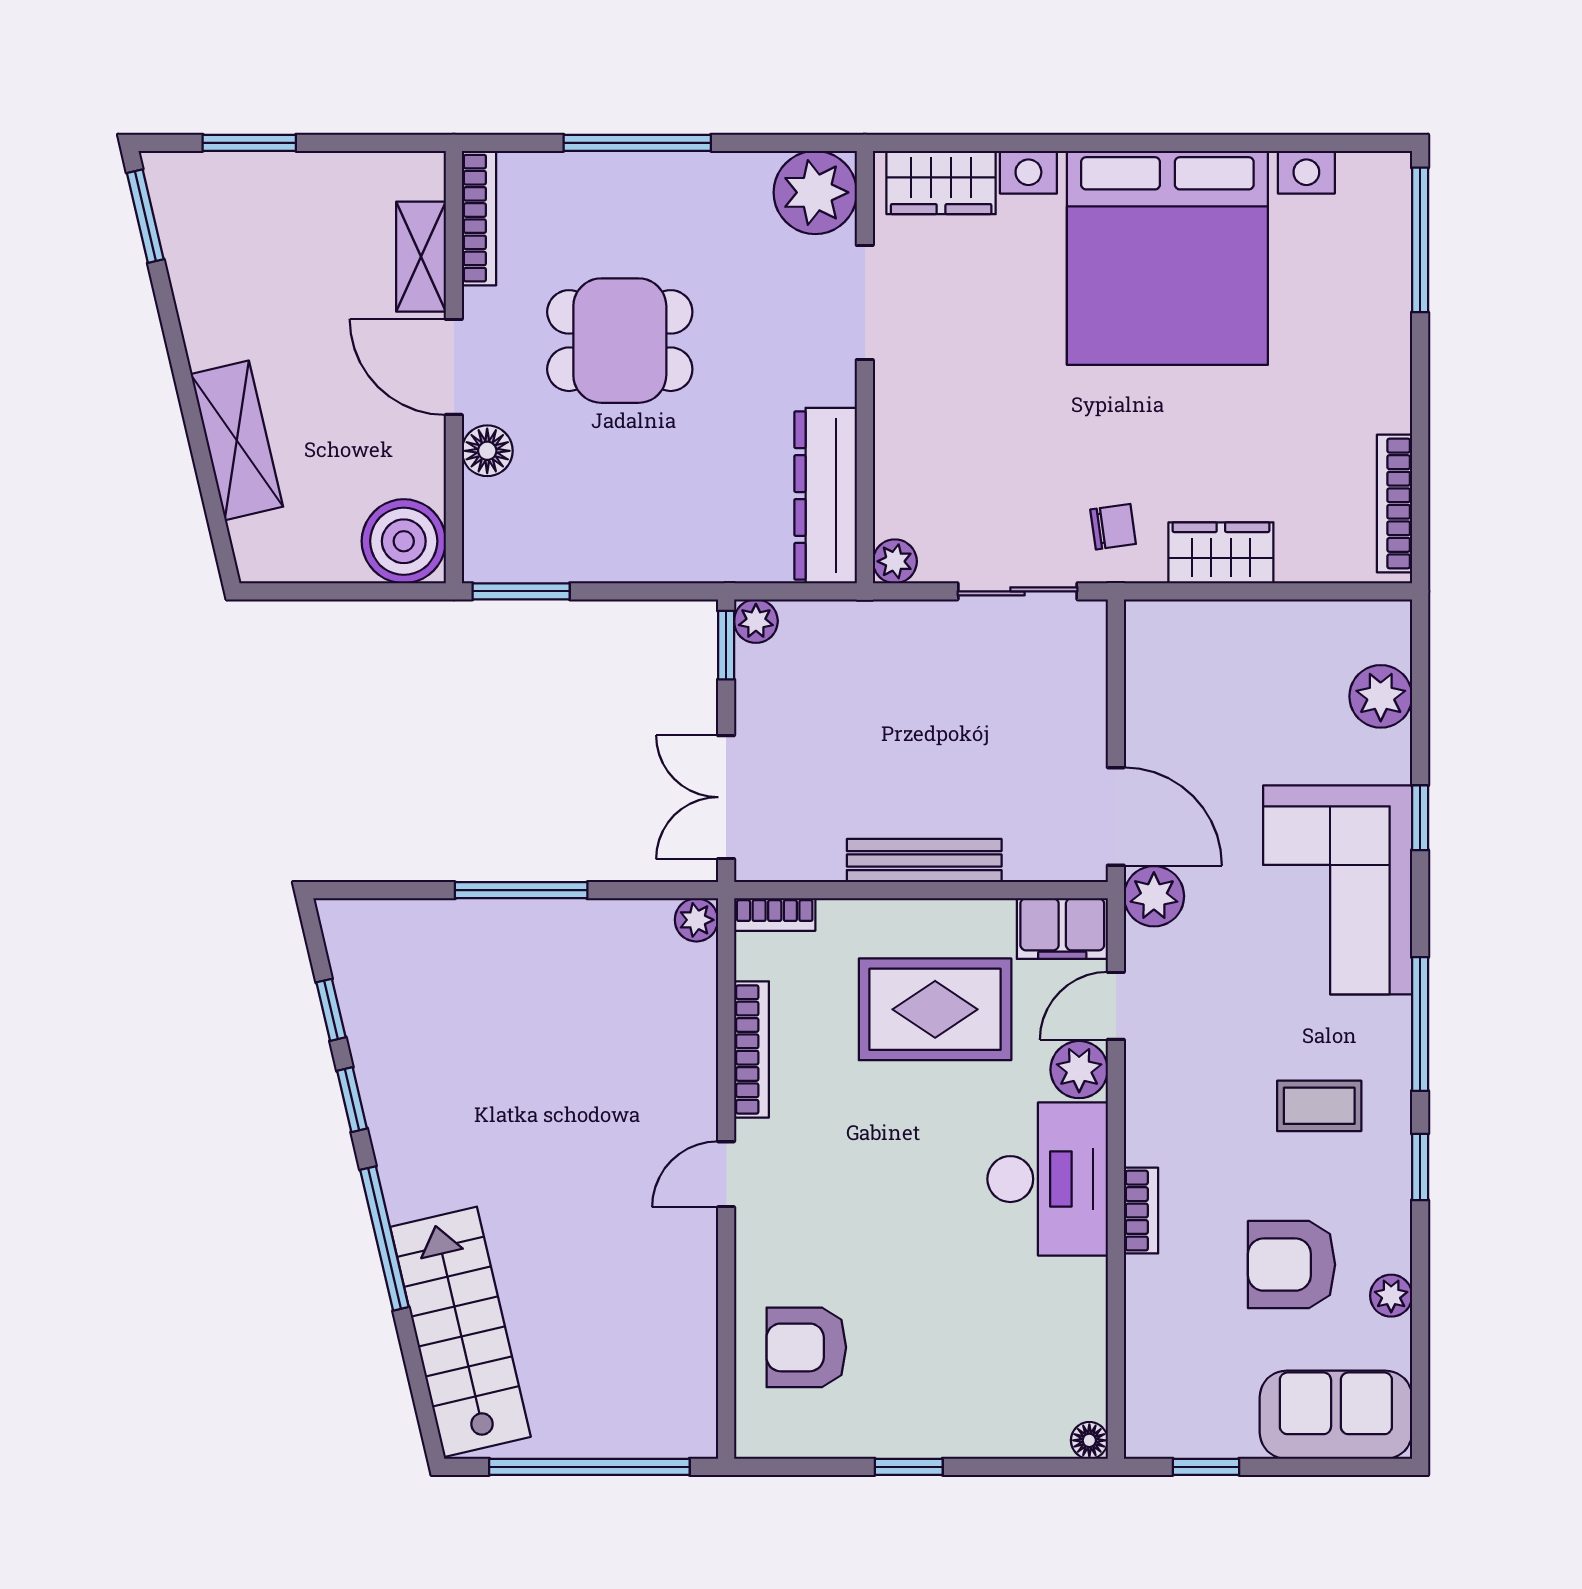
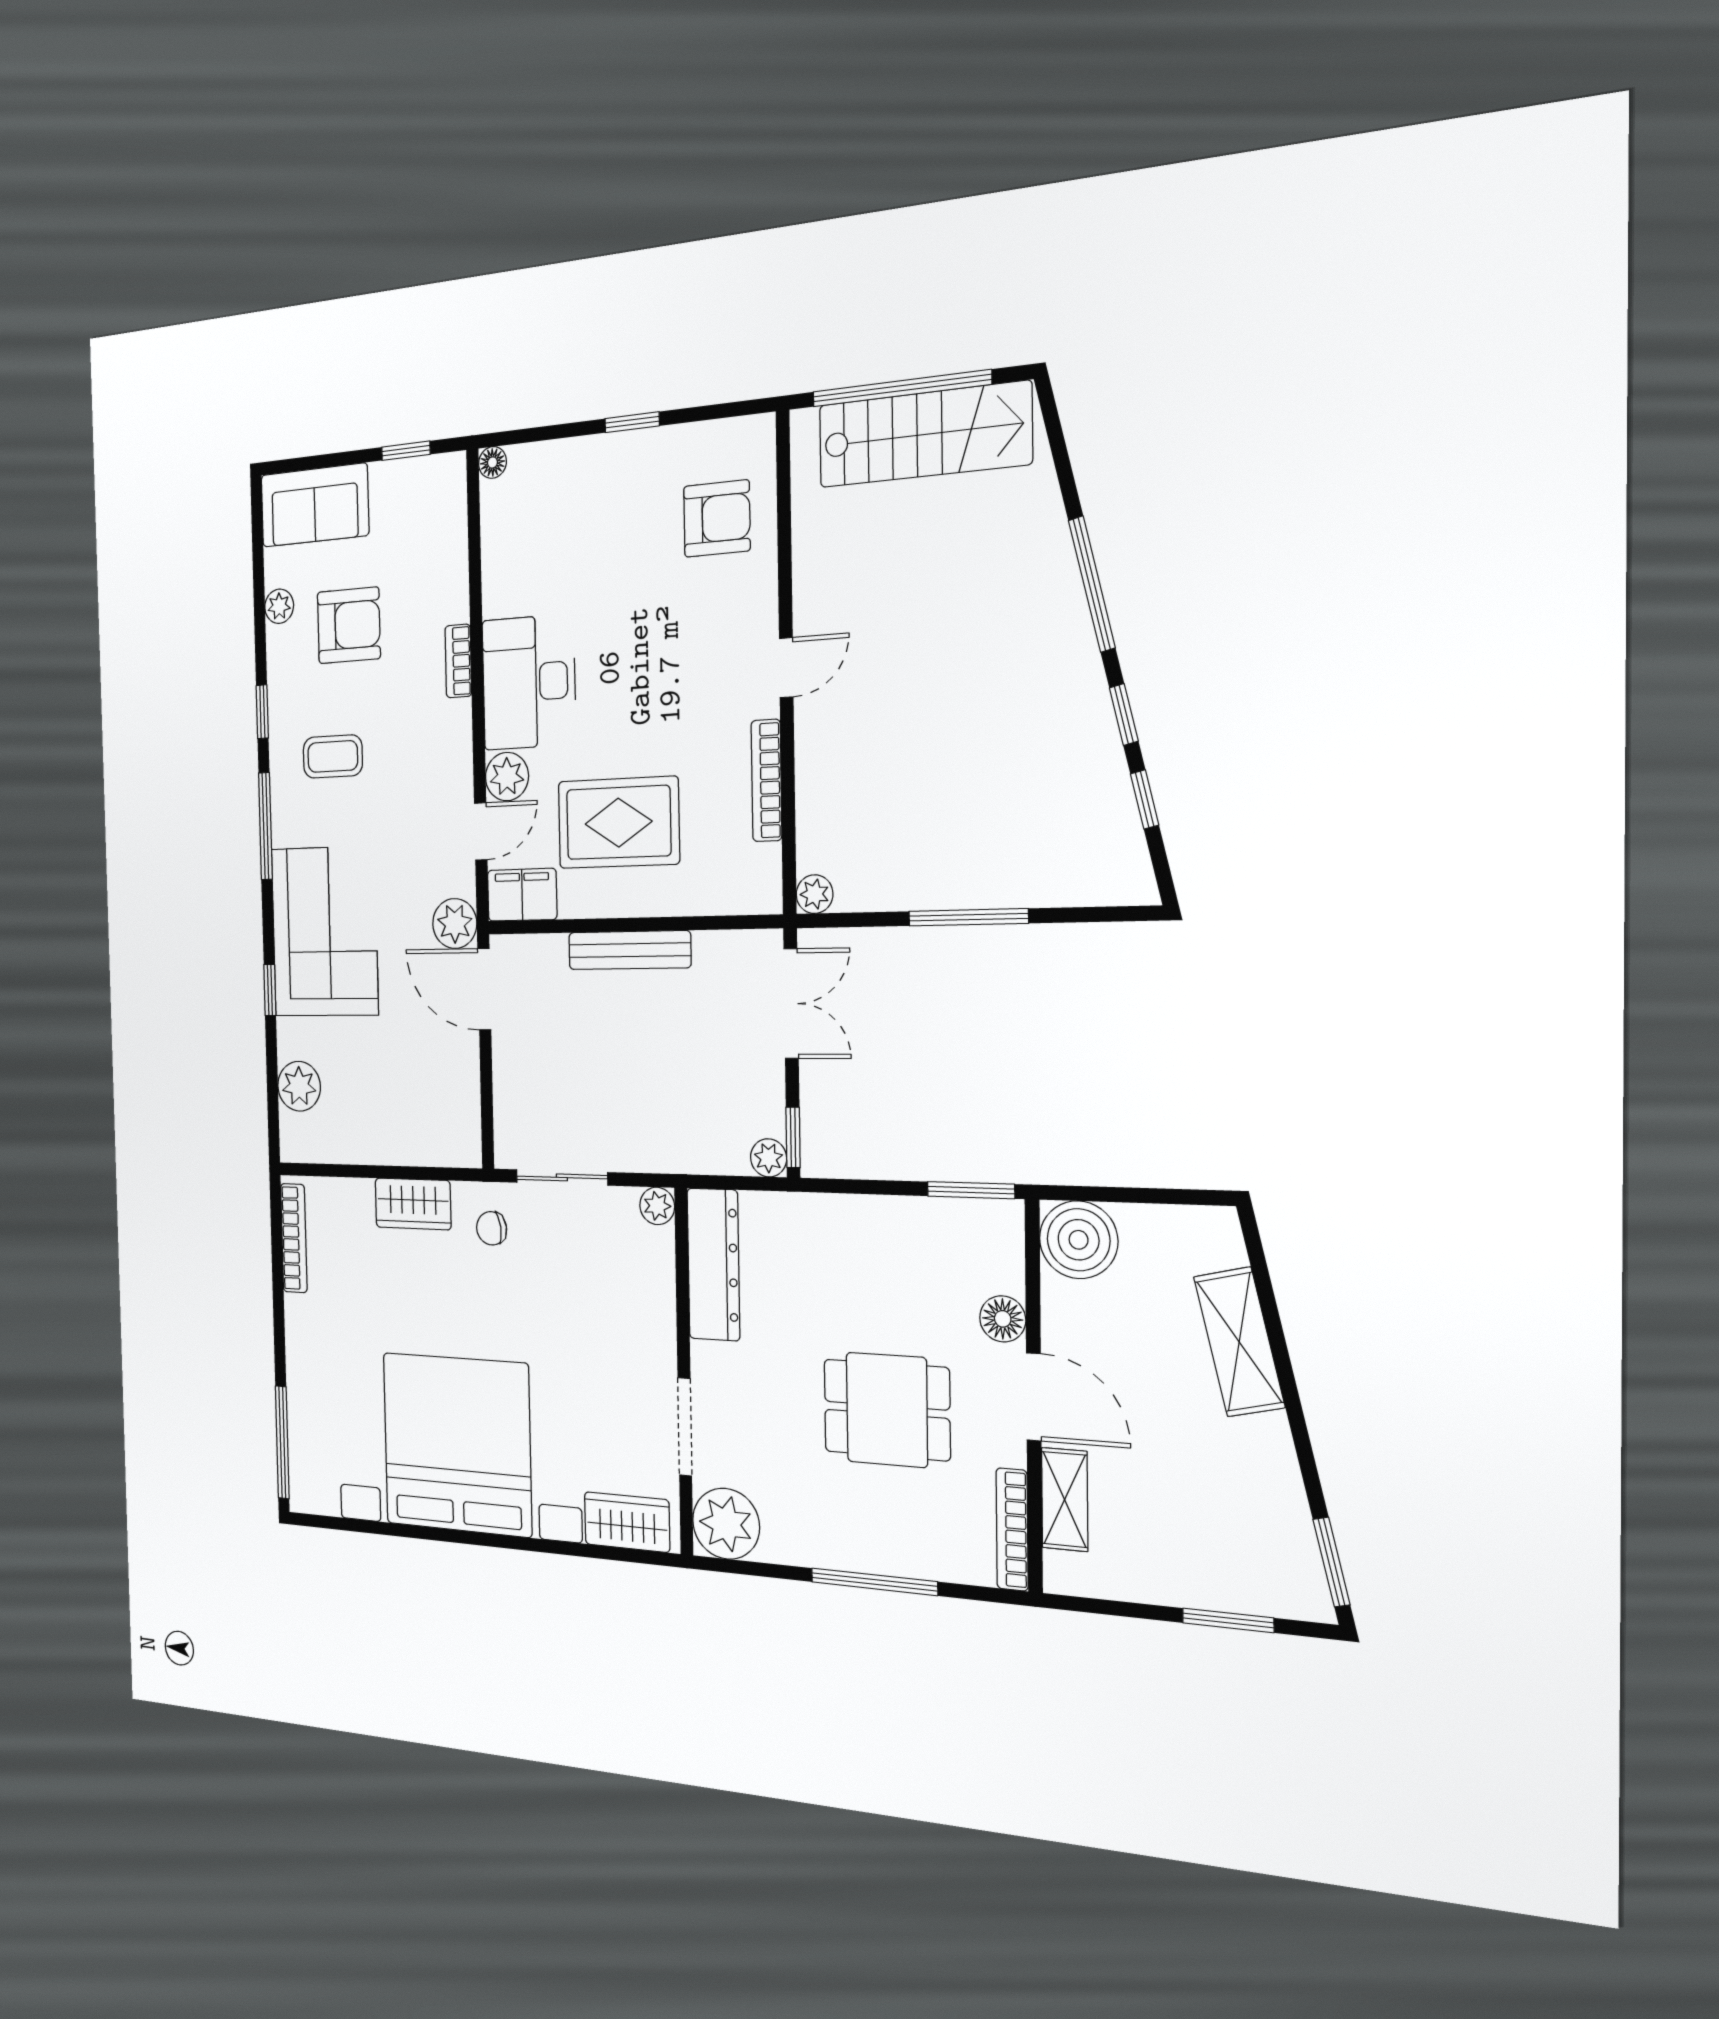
bookcase: (775, 914) -> (749, 901), removed
stairs: (460, 1332) -> (924, 435), moved, turned -77

